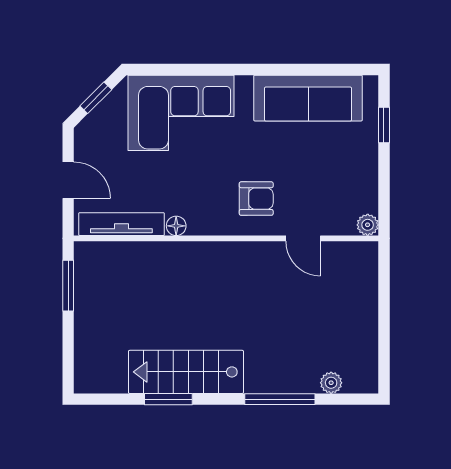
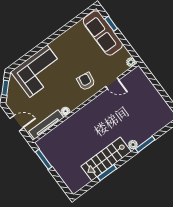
sofa: (308, 98) -> (103, 33), moved, turned 90
armchair: (256, 199) -> (86, 81), turned -82
plant: (331, 383) -> (133, 145), moved
window: (280, 399) -> (145, 144), width x0.69

